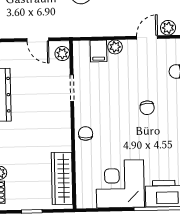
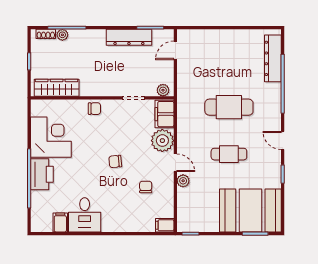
door: (38, 40) -> (175, 50), moved
plant: (115, 47) -> (162, 141), width x1.88, depth x1.88
filing cabinet: (98, 51) -> (165, 114), width x2.00

